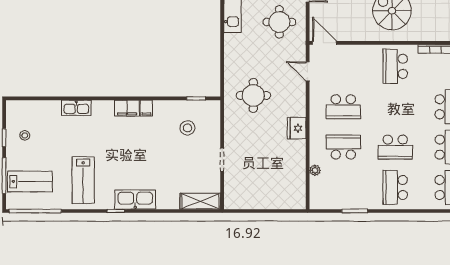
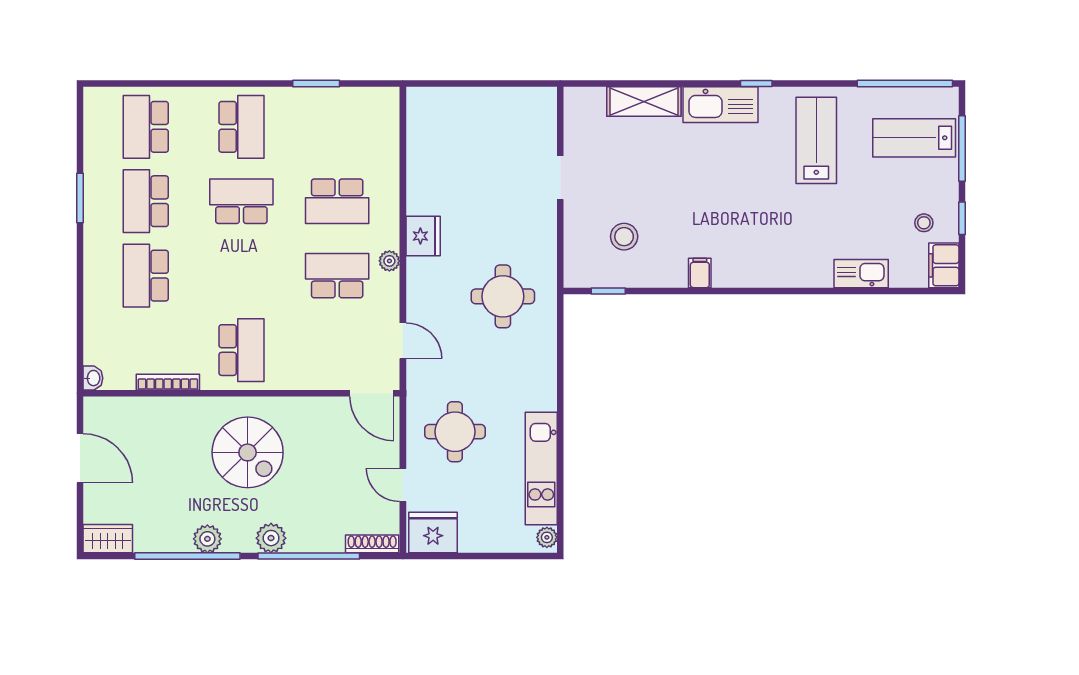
kitchen sink: (76, 108) -> (861, 274), moved
filing cabinet: (127, 108) -> (944, 265), moved, turned -90
plant: (315, 170) -> (389, 261), moved
shelving: (200, 201) -> (644, 102), moved

